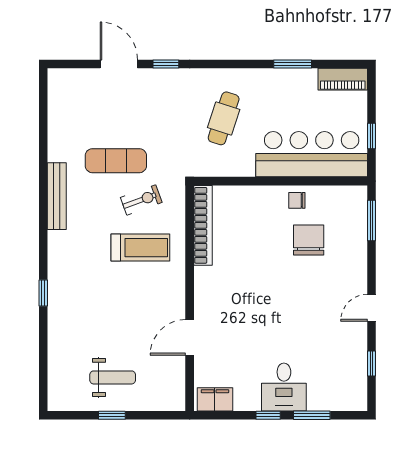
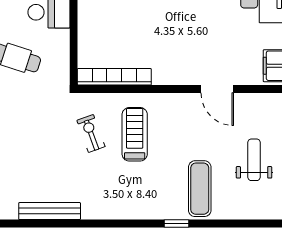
exercise mat: (116, 161) -> (200, 189), moved
bench: (57, 196) -> (50, 211), moved

